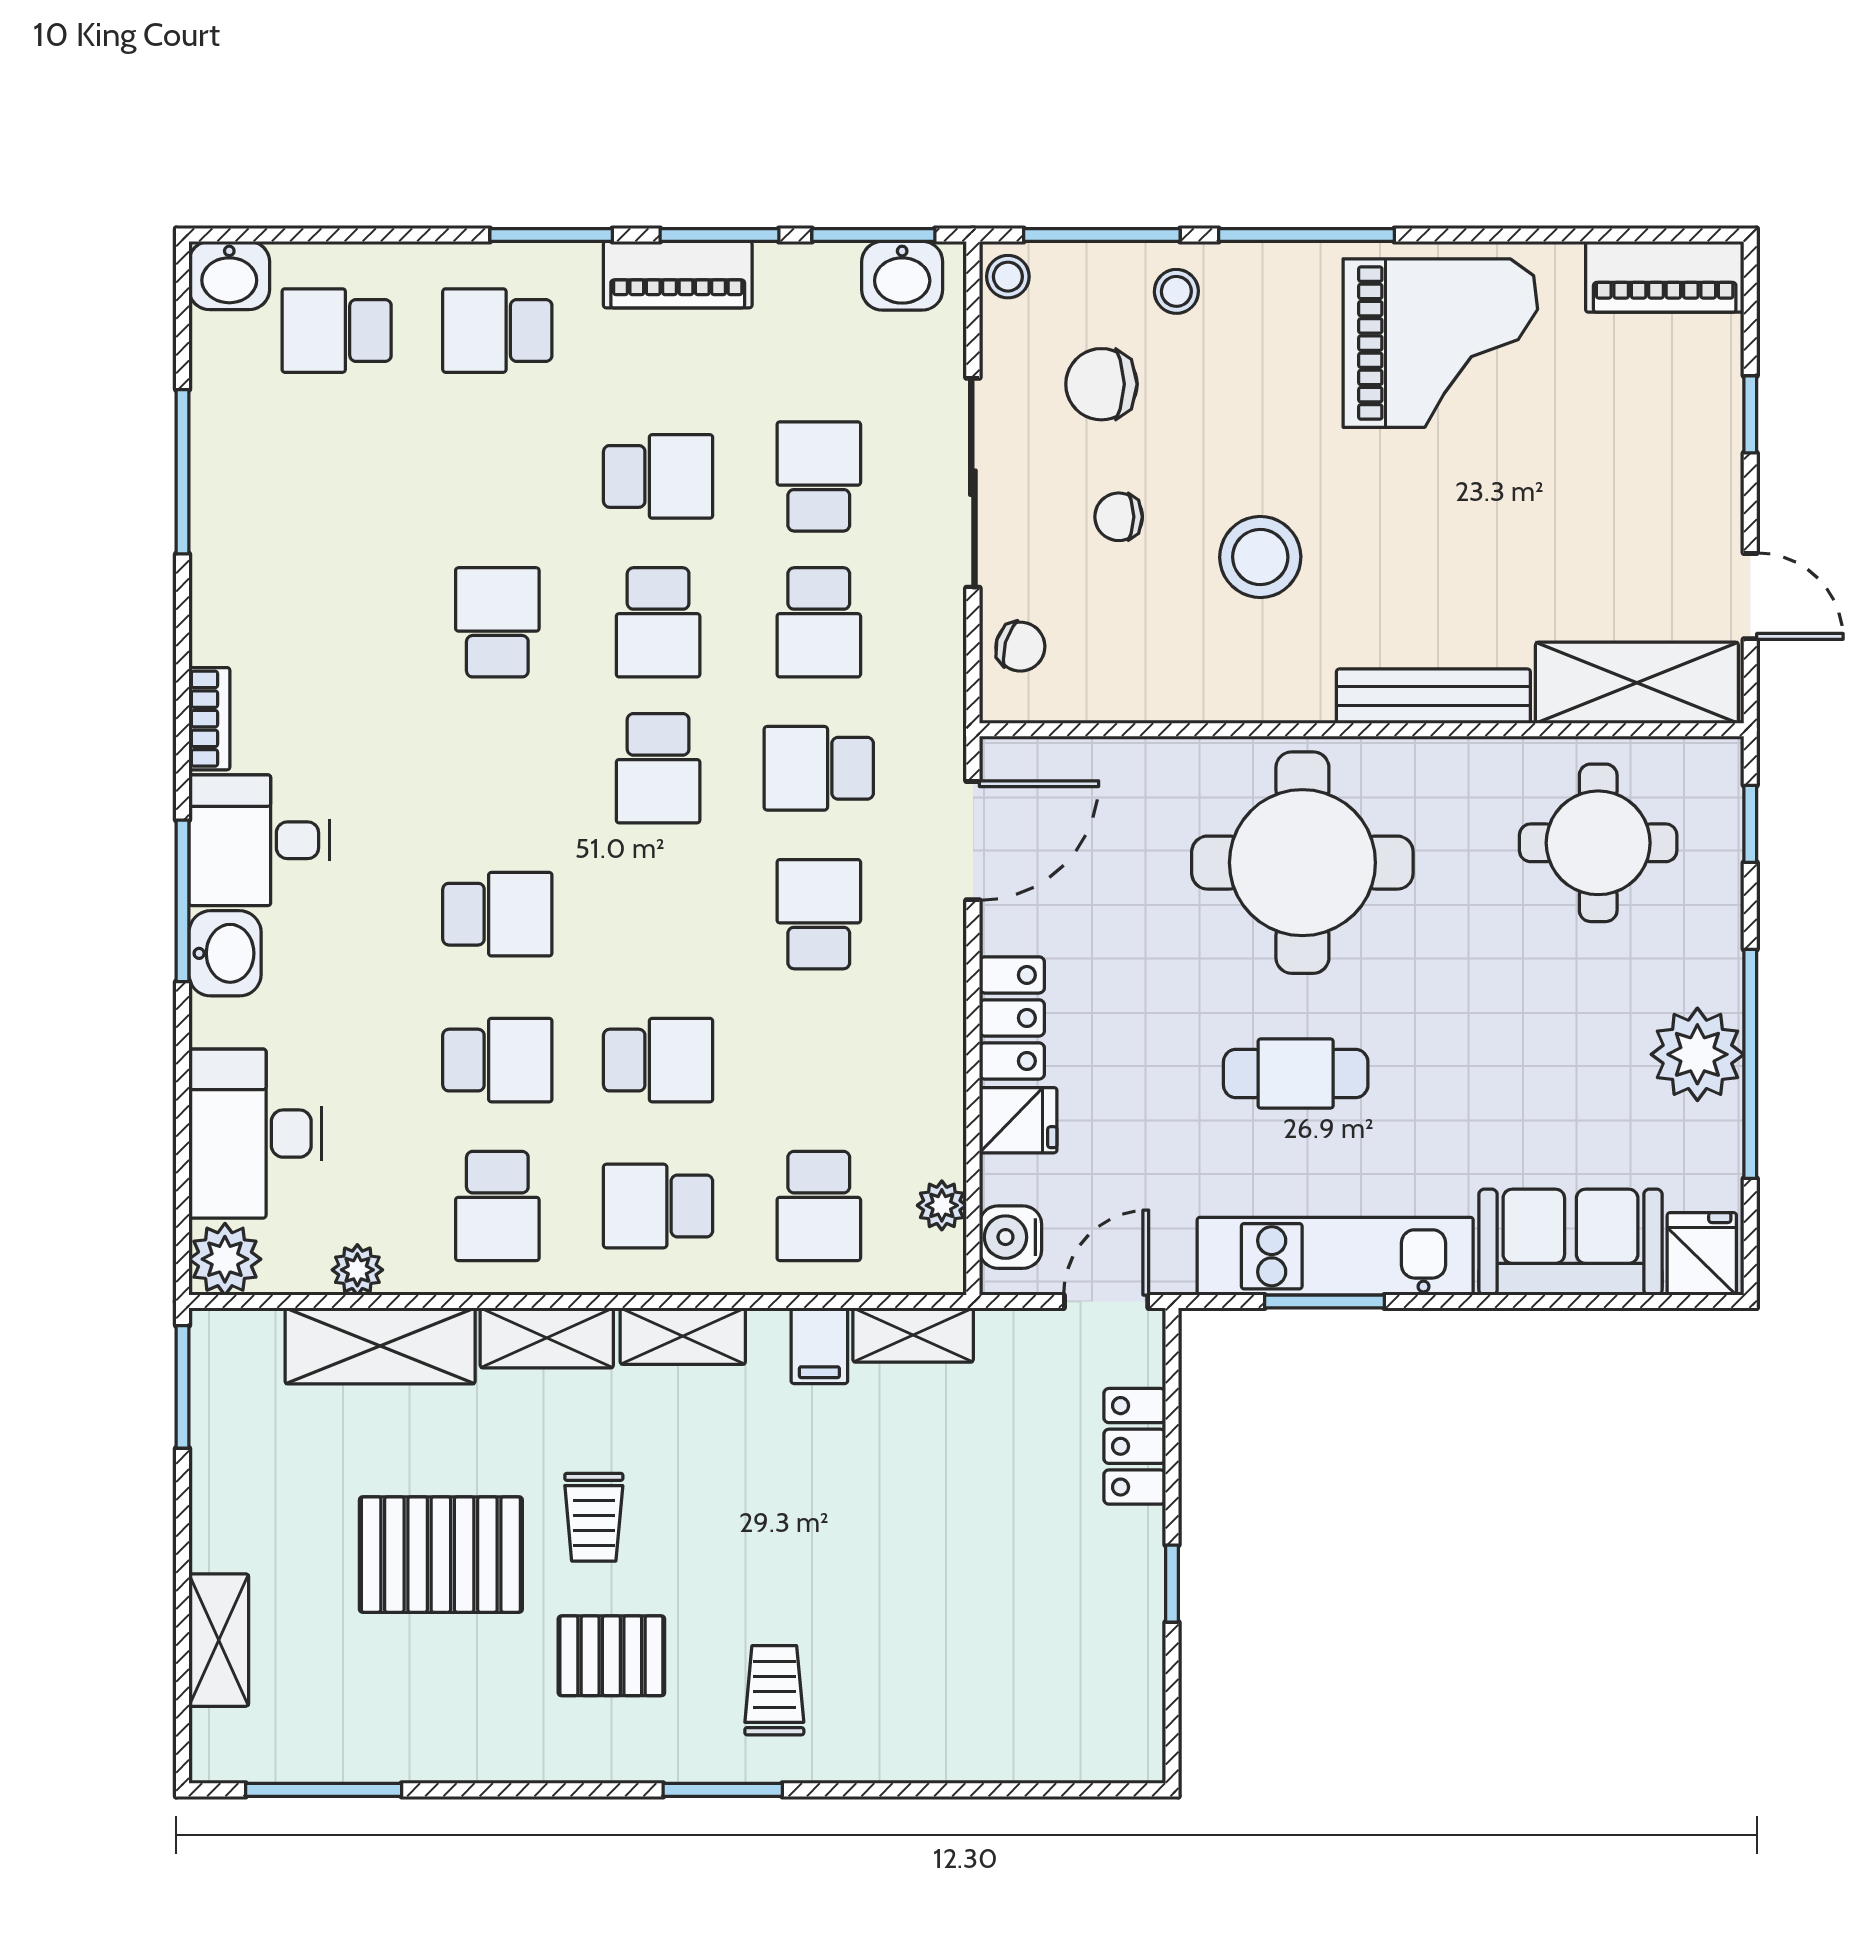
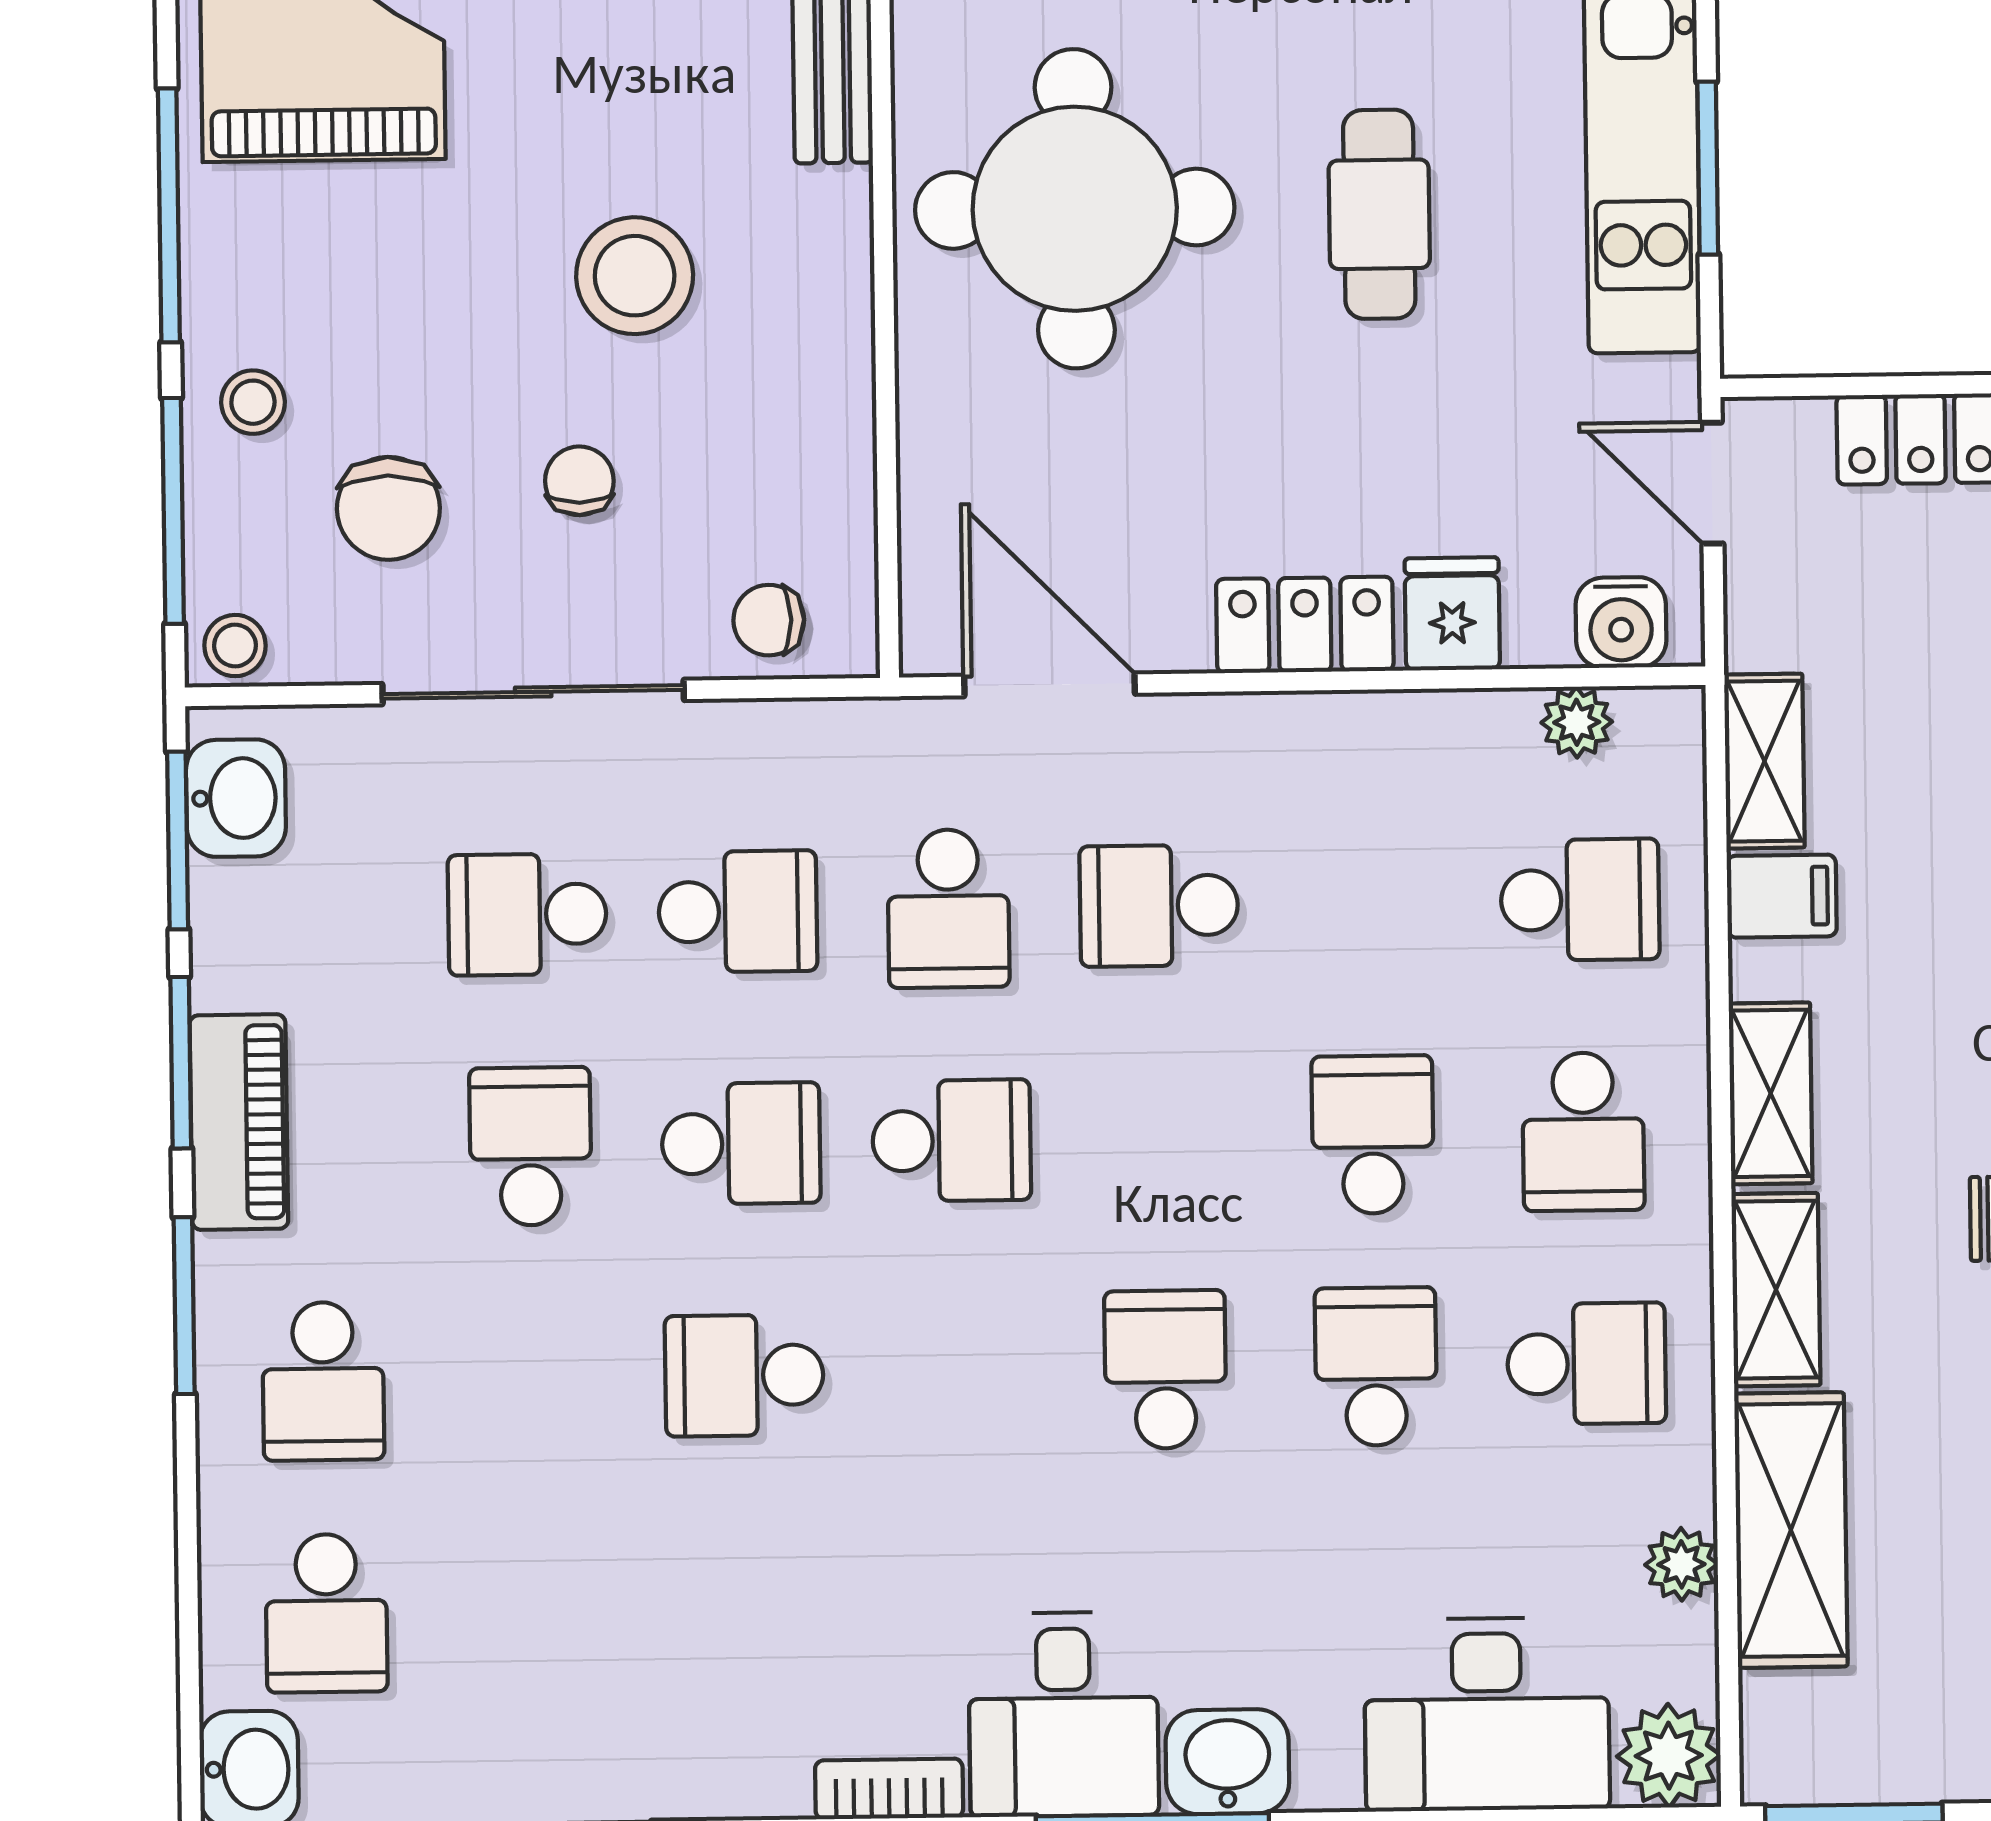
chair: (1119, 517) -> (579, 481), turned 180
chair: (1020, 647) -> (769, 620), turned -106

